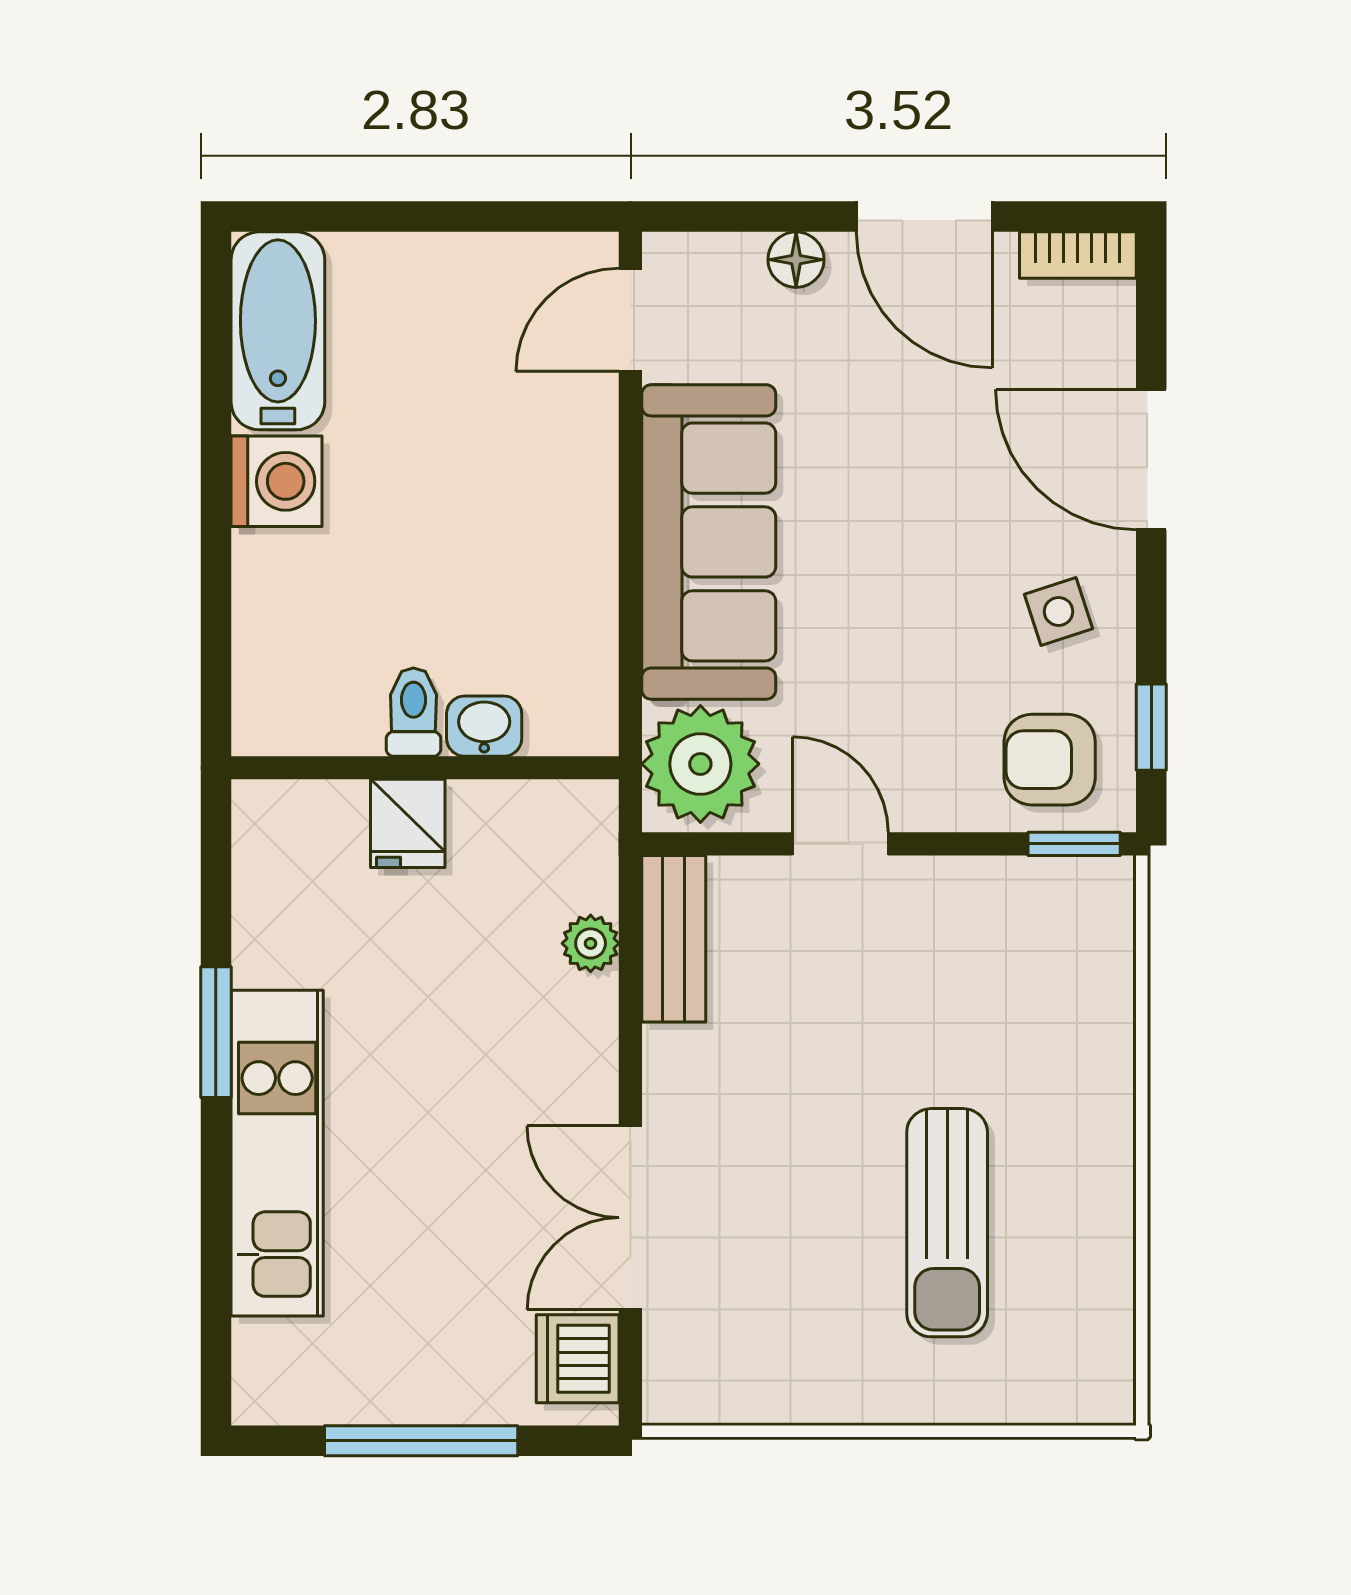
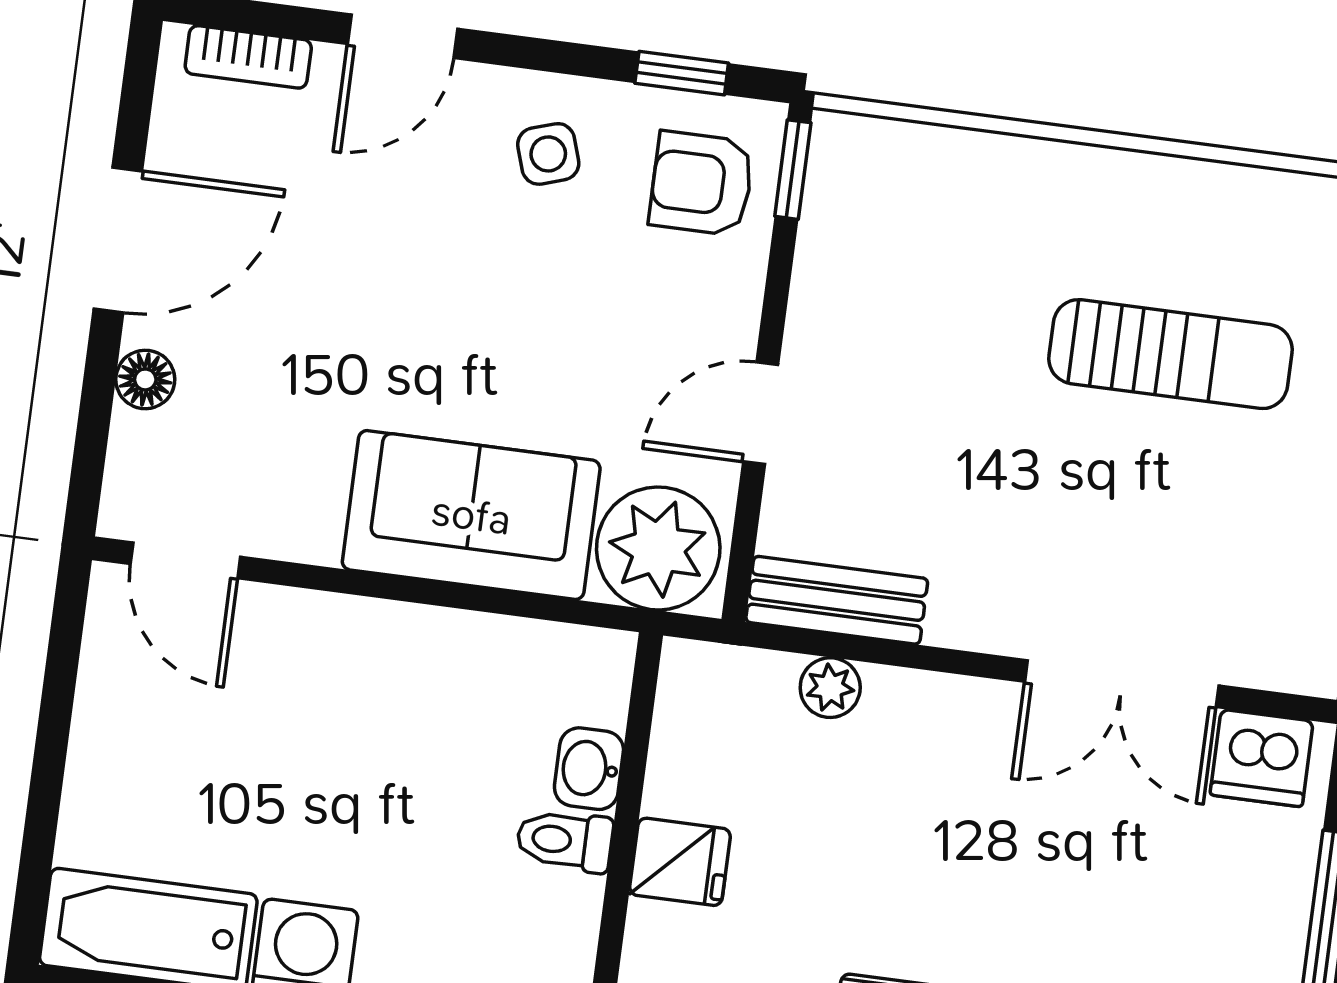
bookcase: (1078, 255) -> (248, 57), moved, turned 90
door: (1151, 460) -> (403, 36), width x0.73
sofa: (709, 542) -> (471, 515), width x0.73
armchair: (1050, 760) -> (702, 184), turned 90

